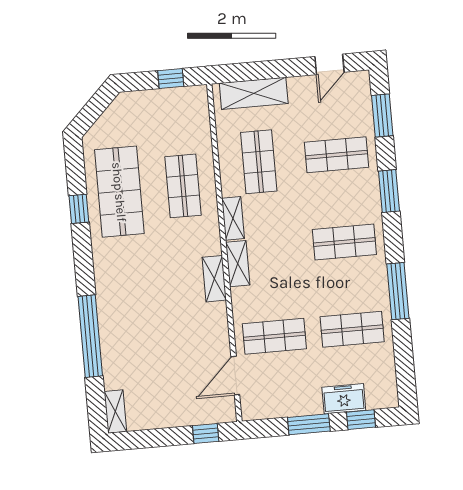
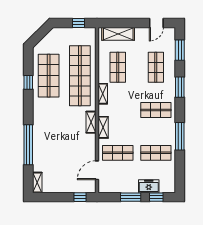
shop shelf: (337, 155) -> (156, 67), turned 90
shop shelf: (183, 186) -> (80, 76), width x2.00, depth x1.36
shelving: (238, 264) -> (103, 127), moved

